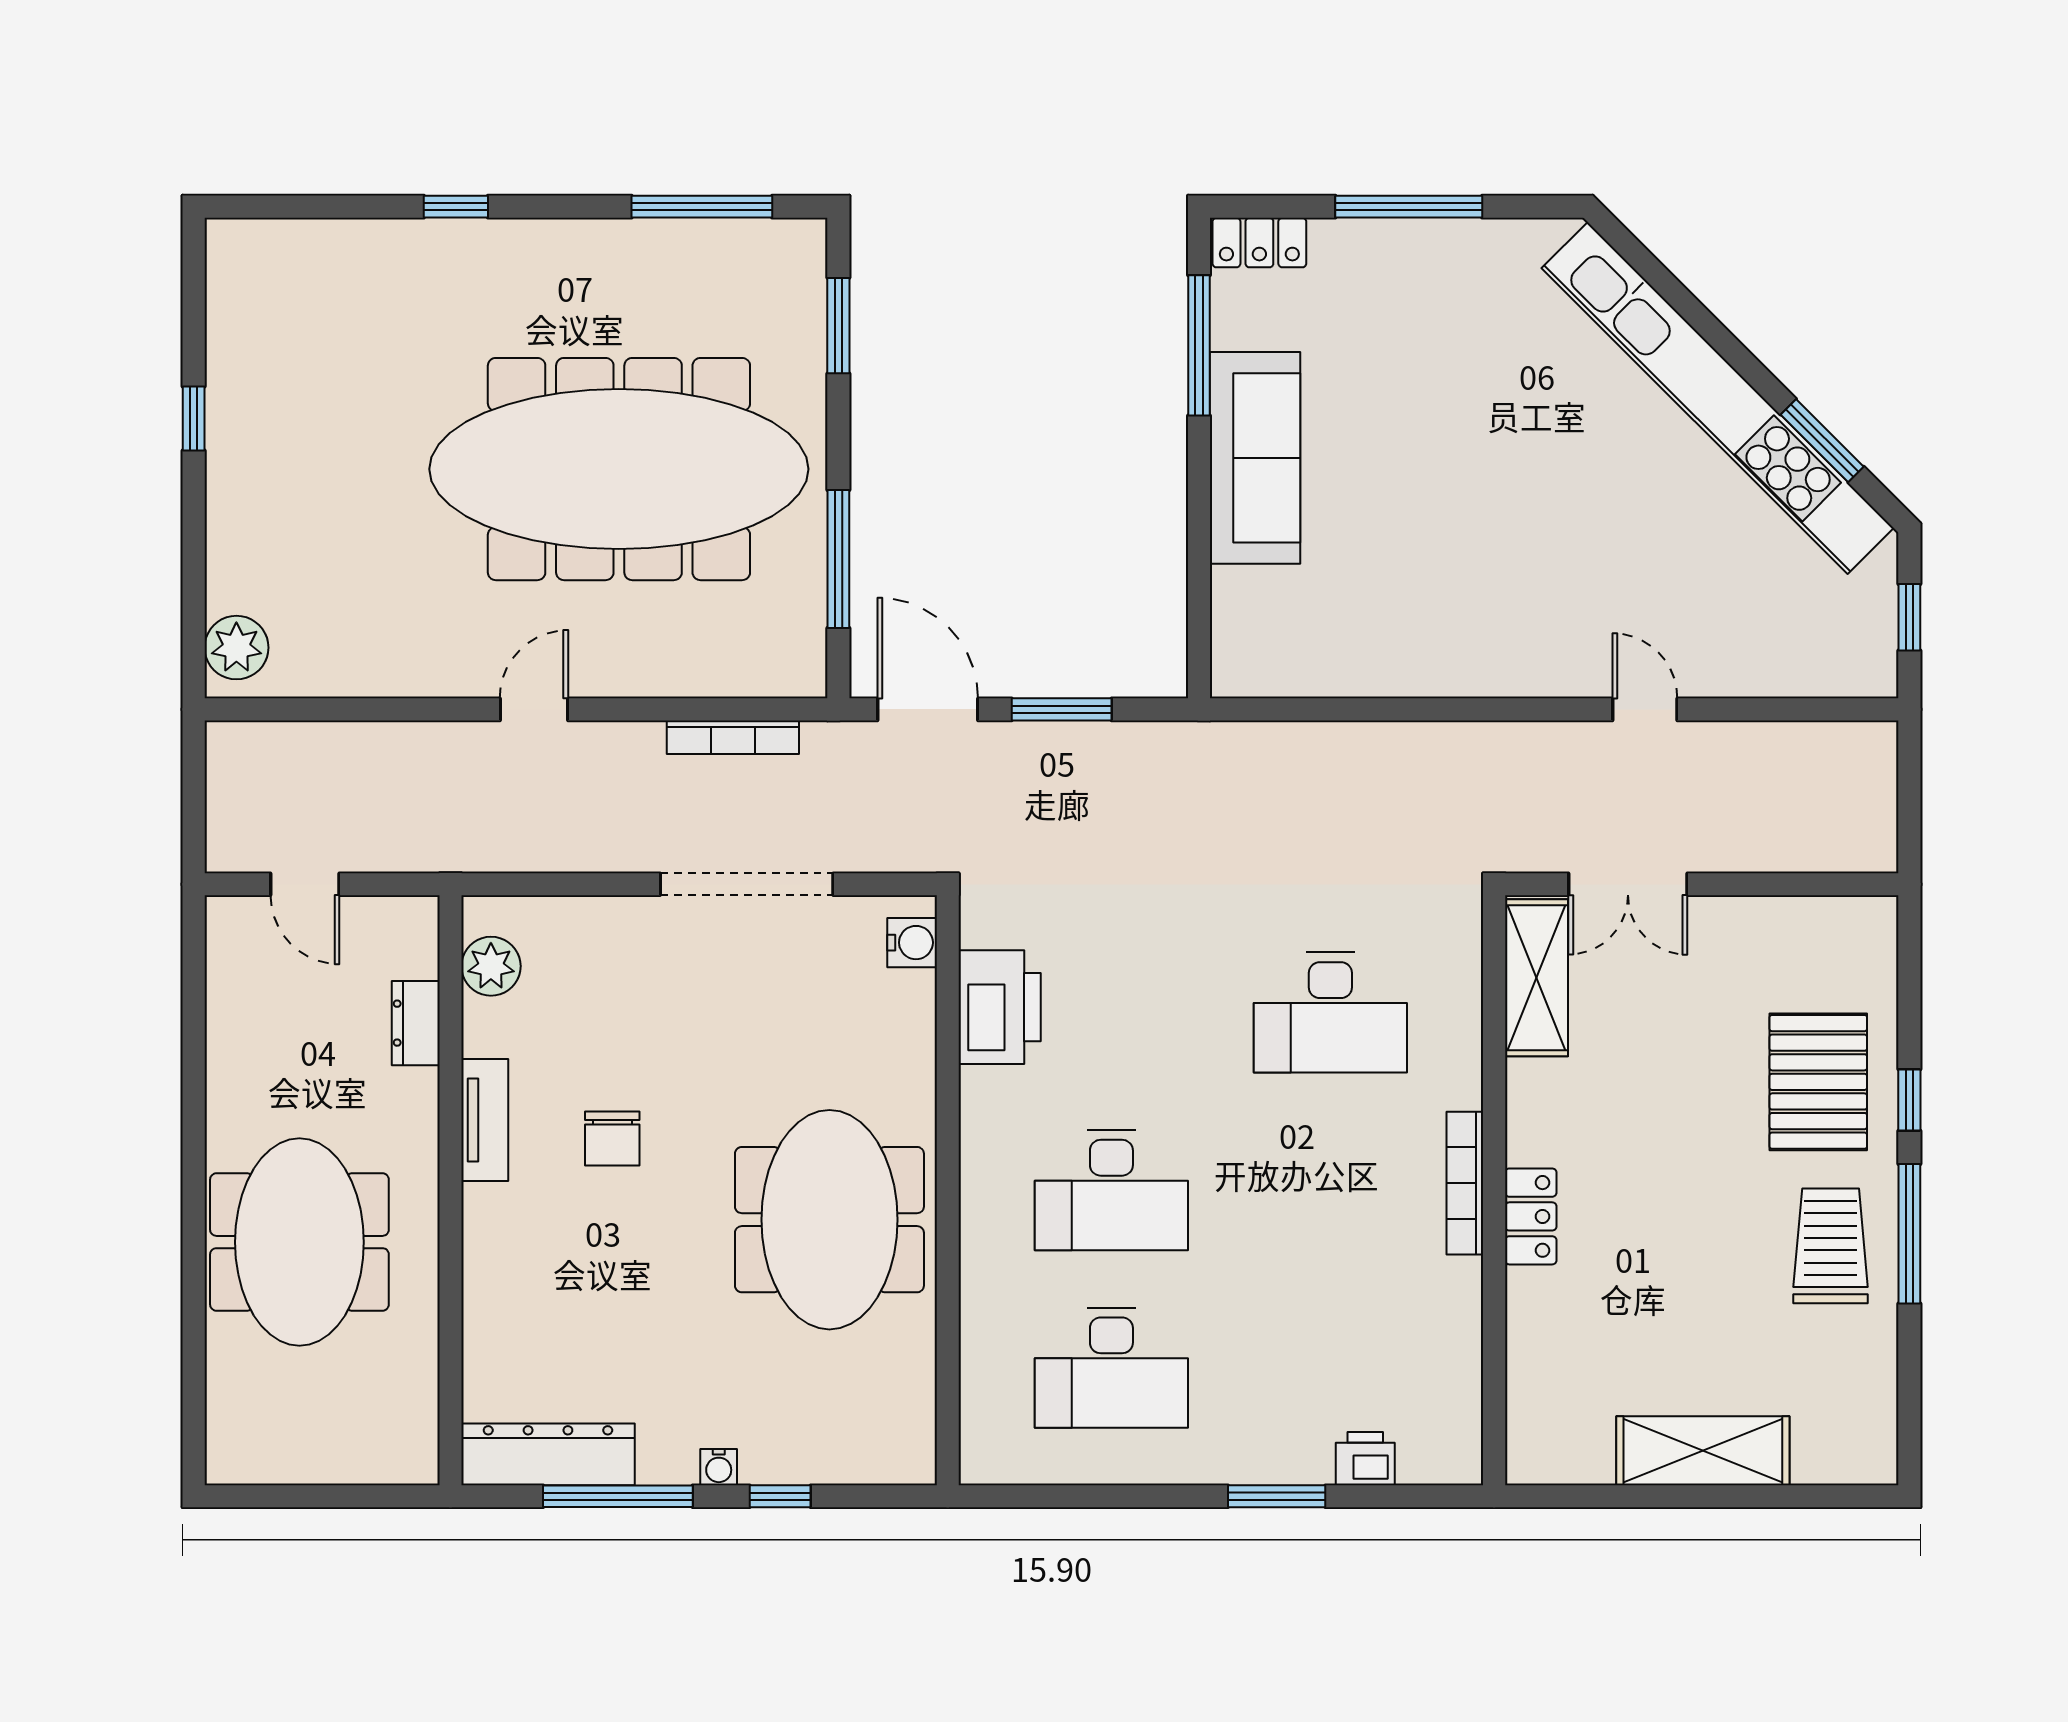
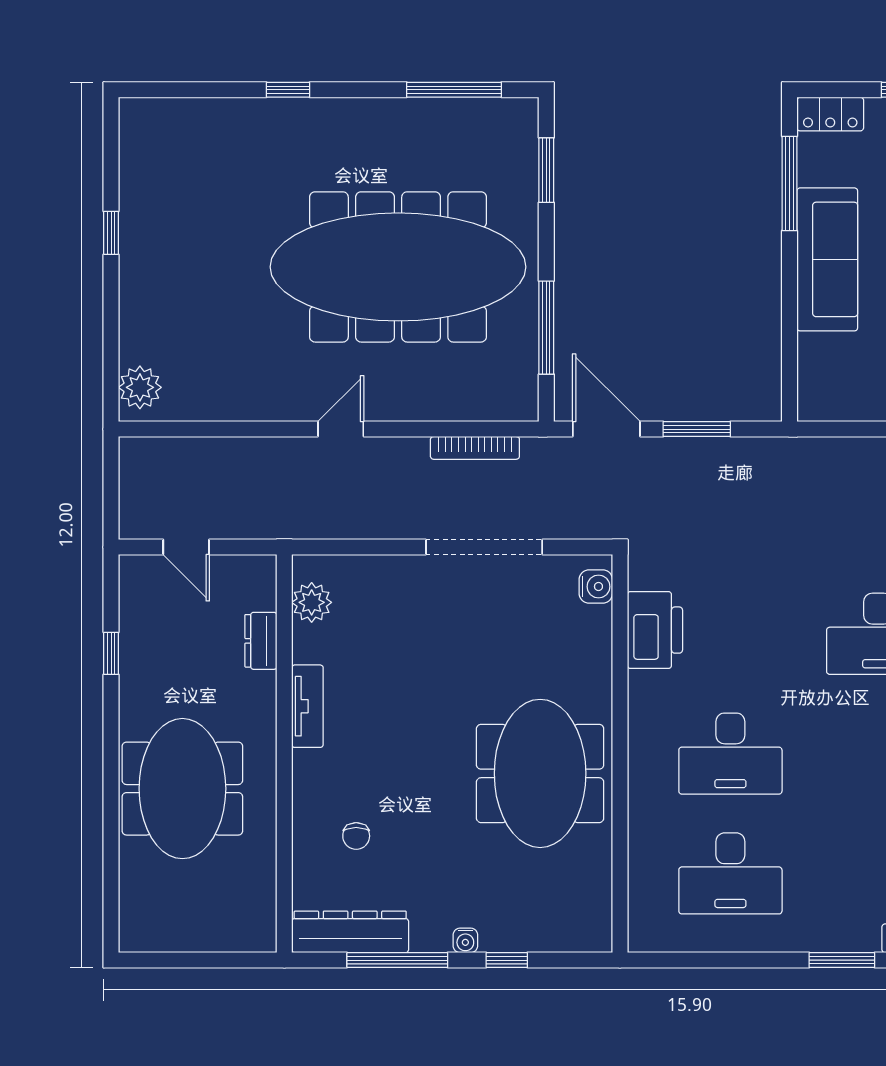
window: (194, 1042) -> (111, 653), added
chair: (612, 1139) -> (356, 836), moved, width x0.73, depth x0.73

